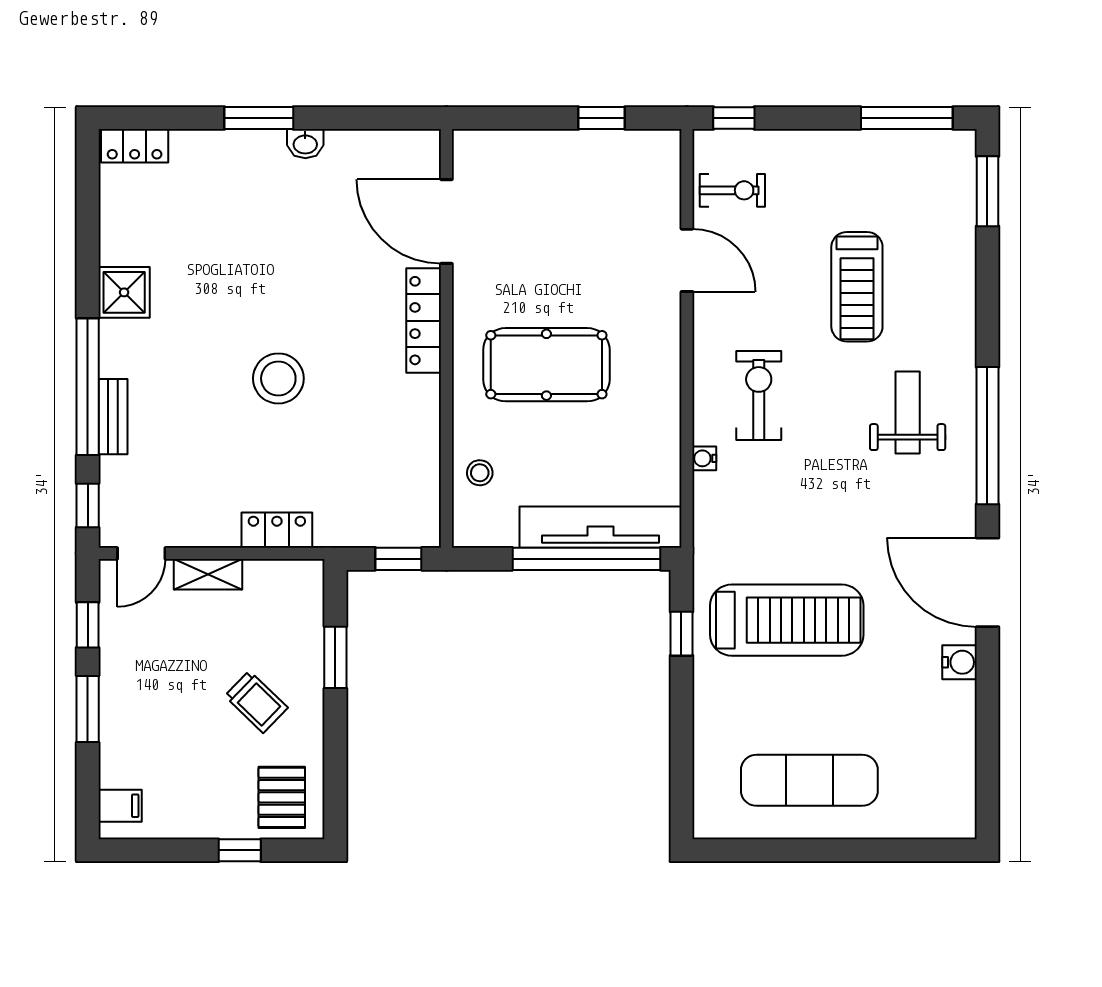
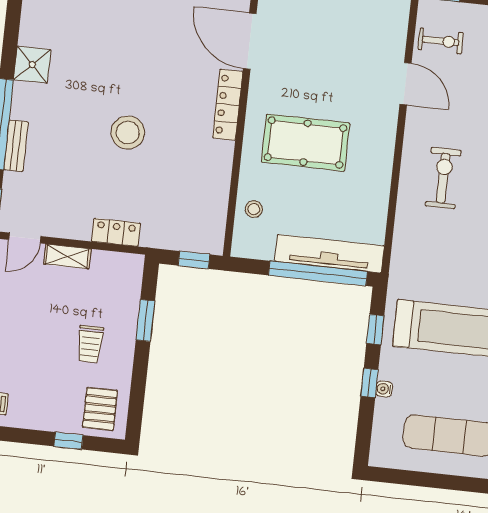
water cooler: (704, 458) -> (384, 389), moved
trolley: (256, 702) -> (90, 344), turned 46
window: (681, 715) -> (369, 383), added

